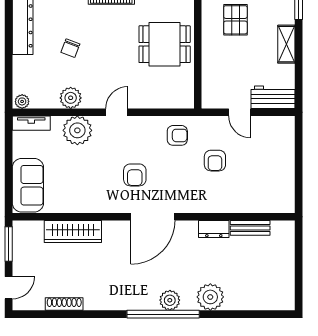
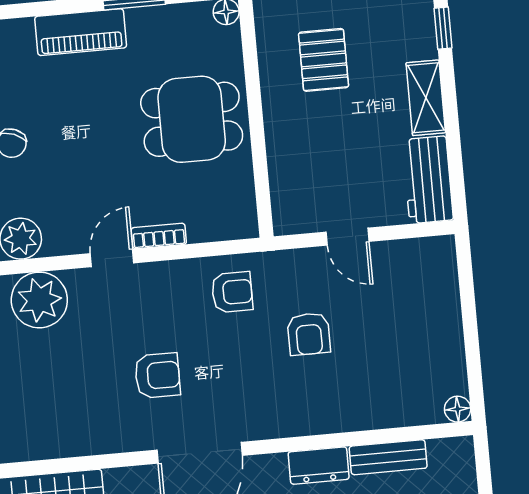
workbench: (273, 97) -> (428, 180), moved, turned -90
bookcase: (142, 103) -> (159, 236), added
armchair: (135, 175) -> (157, 376), turned -90
floor lamp: (288, 206) -> (458, 409), added

